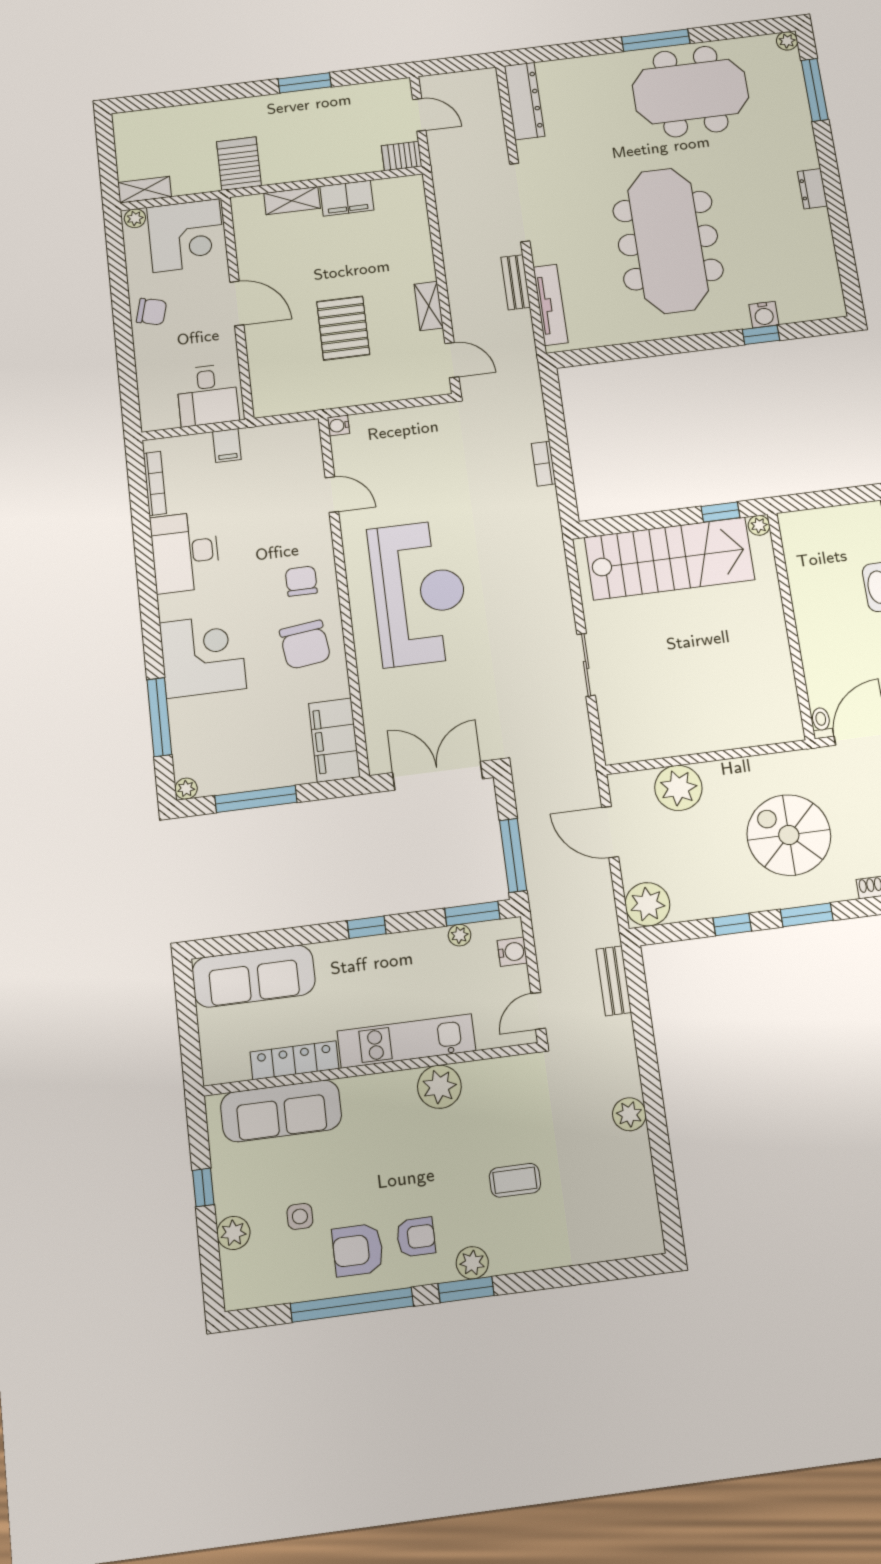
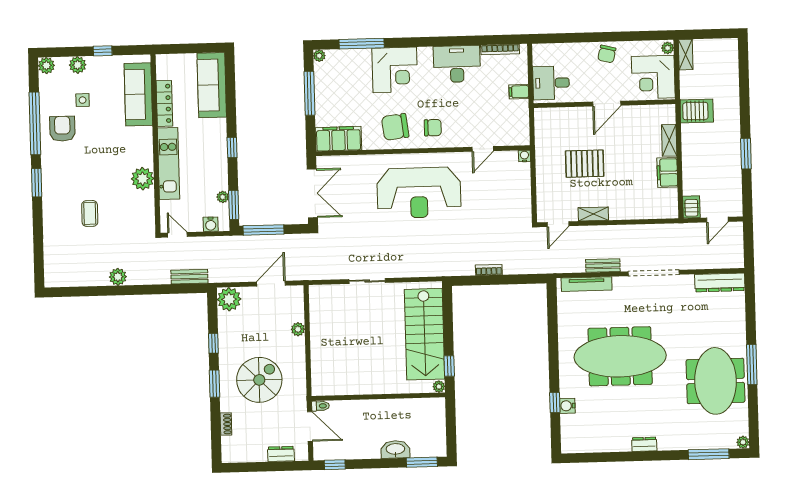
plant: (678, 788) -> (298, 329), width x0.53, depth x0.53
armchair: (416, 1237) -> (66, 159), removed
plant: (472, 1263) -> (46, 66), moved

